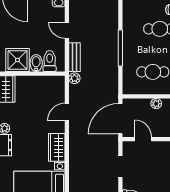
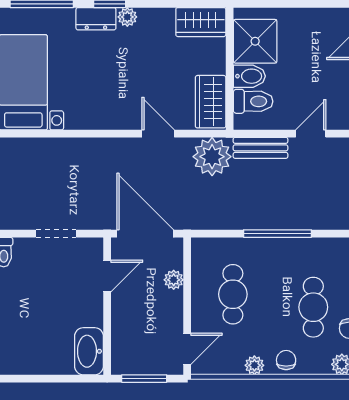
plant: (74, 78) -> (212, 157), width x1.87, depth x1.87
plant: (156, 104) -> (174, 280), moved
wardrobe: (57, 147) -> (211, 102), moved, turned -90

